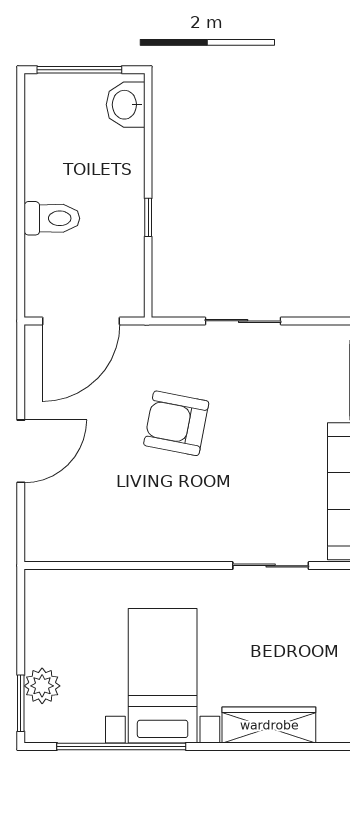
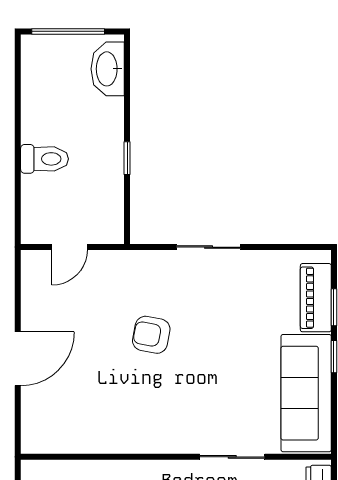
washbasin: (126, 105) -> (108, 69), width x1.38
door: (81, 321) -> (70, 247), width x0.53
armchair: (176, 423) -> (151, 335), width x0.72, depth x0.72

